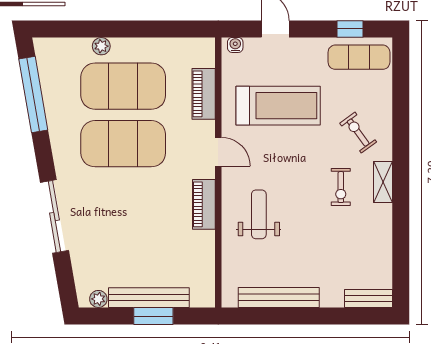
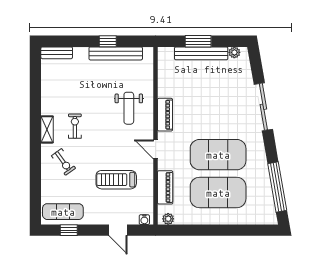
plant: (101, 46) -> (168, 219), moved
treadmill: (278, 106) -> (116, 180), width x0.73, depth x0.73
window: (291, 316) -> (108, 41), added

